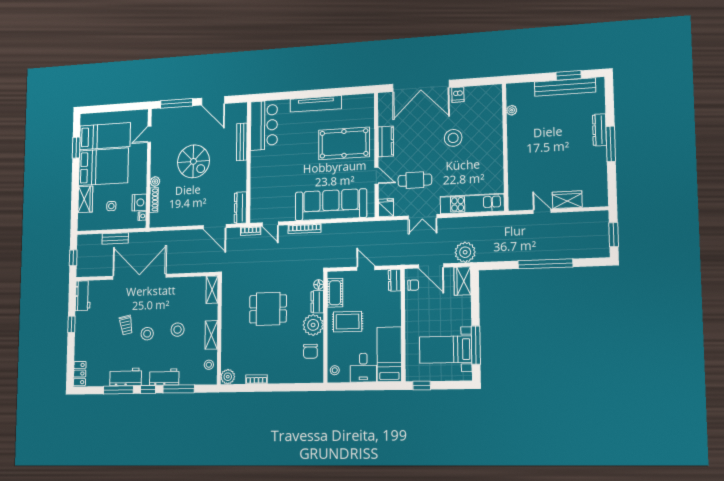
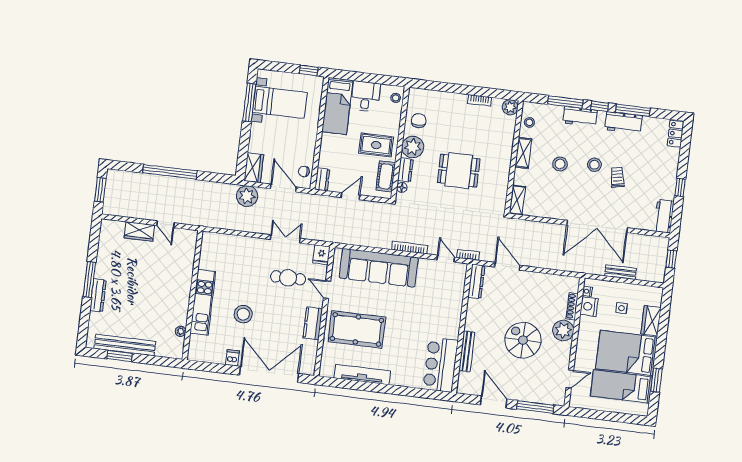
tv unit: (316, 104) -> (362, 374), moved
plant: (155, 181) -> (563, 330), width x1.88, depth x1.88
kitchen unit: (472, 204) -> (203, 302), moved, turned -90
door: (366, 268) -> (350, 196), swing flipped

